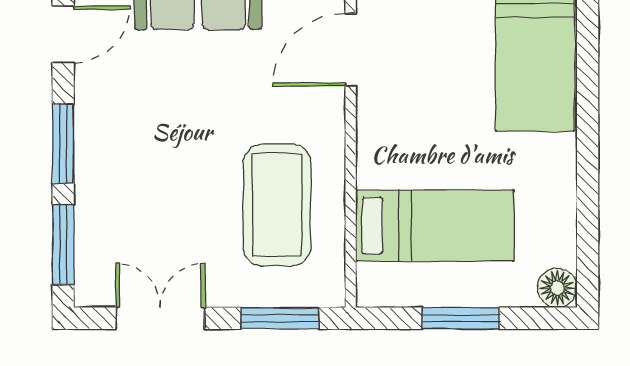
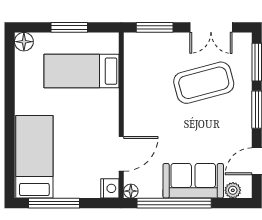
coffee table: (277, 205) -> (204, 83), moved, turned 75

